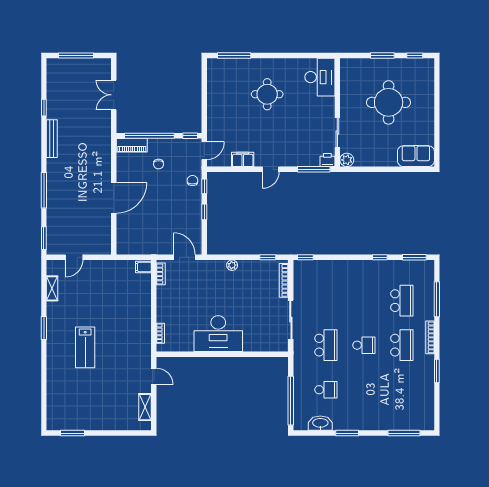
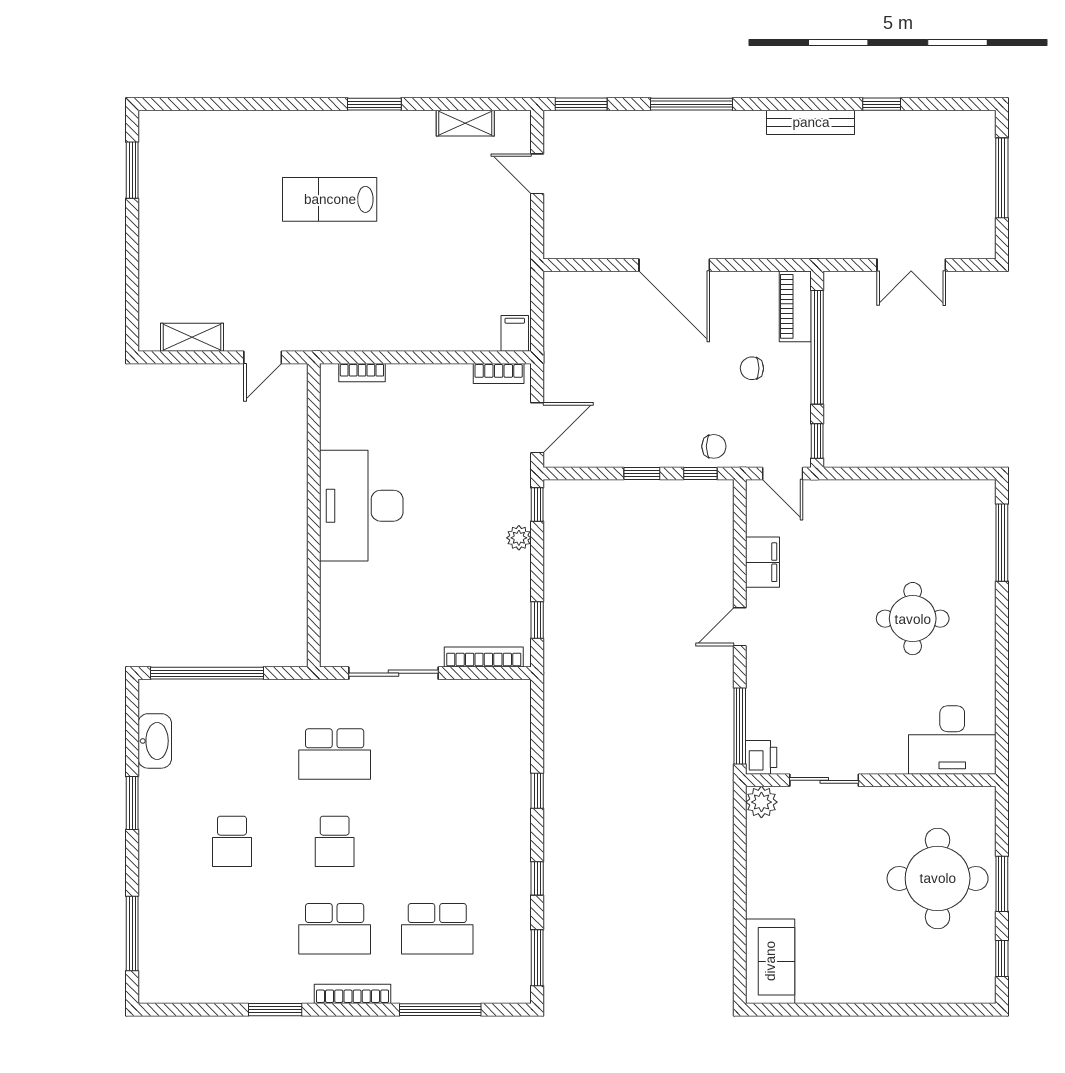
double door: (114, 95) -> (911, 265), swing flipped
round table: (389, 102) -> (938, 878), moved
door: (271, 169) -> (740, 627), hinge flipped
window: (218, 257) -> (537, 504), added
window: (305, 257) -> (537, 791), moved
school desk: (326, 390) -> (232, 841), moved

